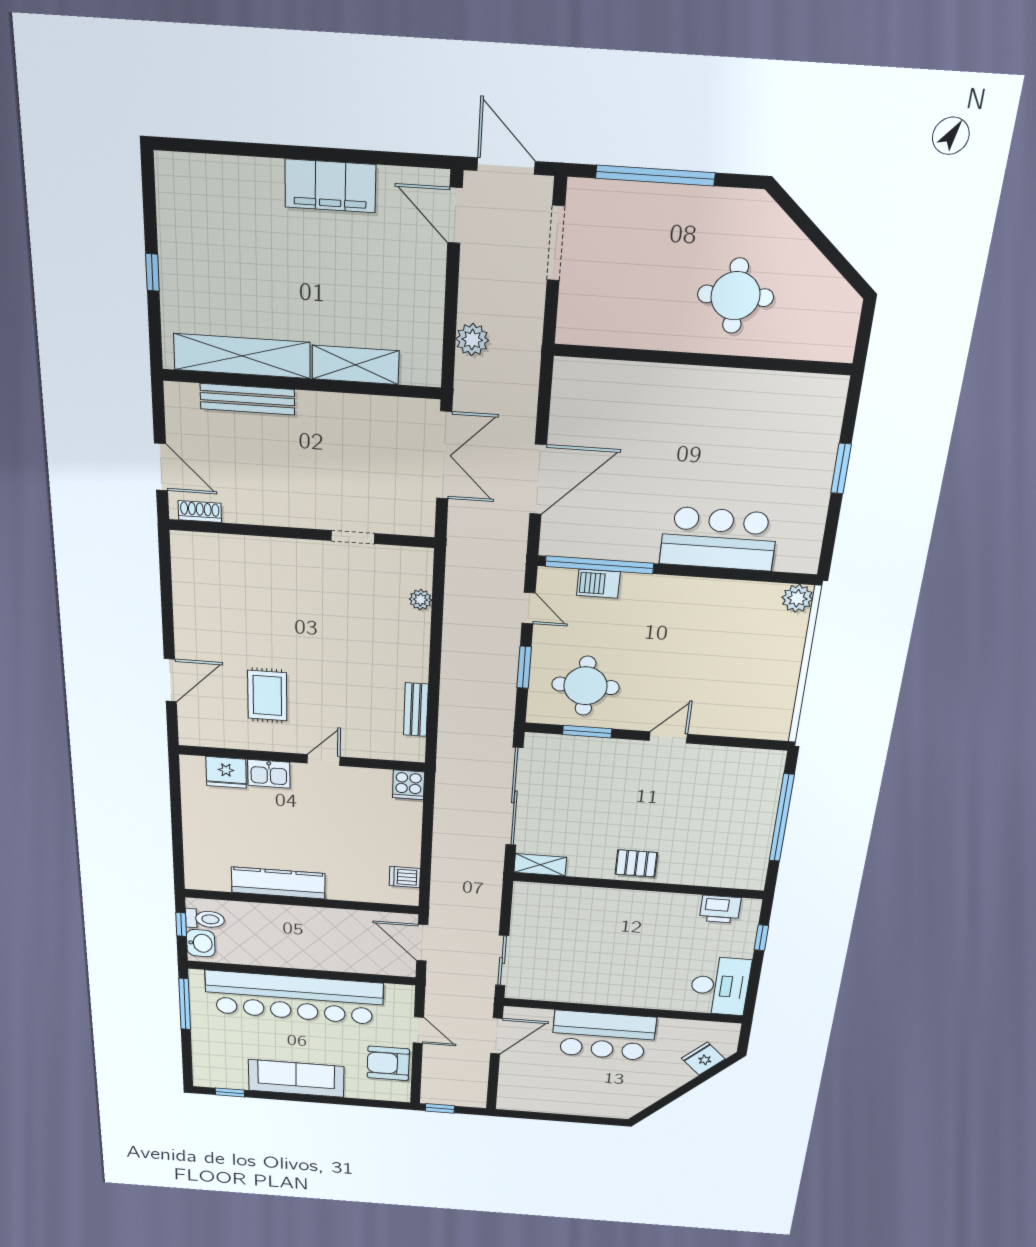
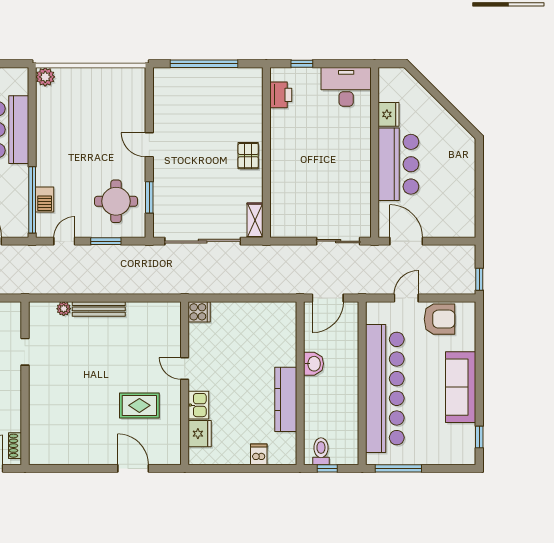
bench: (416, 710) -> (99, 309), moved, width x1.36
dishwasher: (405, 877) -> (259, 454), moved, turned 180
washbasin: (201, 943) -> (314, 364), moved, turned 90
fridge: (703, 1059) -> (388, 114), moved, turned -135
armchair: (388, 1063) -> (439, 319), turned -90

